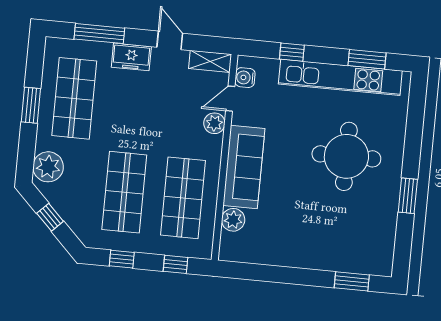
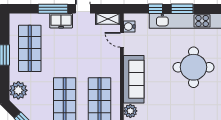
window: (99, 34) -> (53, 9), moved
window: (367, 59) -> (182, 9), moved
door: (230, 99) -> (122, 40), hinge flipped
plant: (214, 123) -> (114, 55), removed

